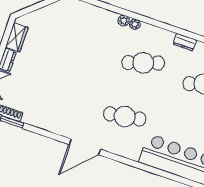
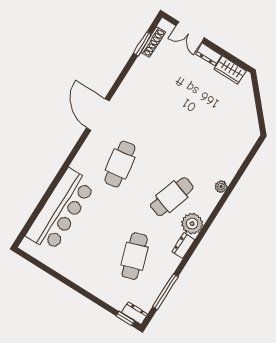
plant: (135, 24) -> (192, 224), moved, width x1.87, depth x1.87
cafe table: (143, 63) -> (172, 197), turned 36

